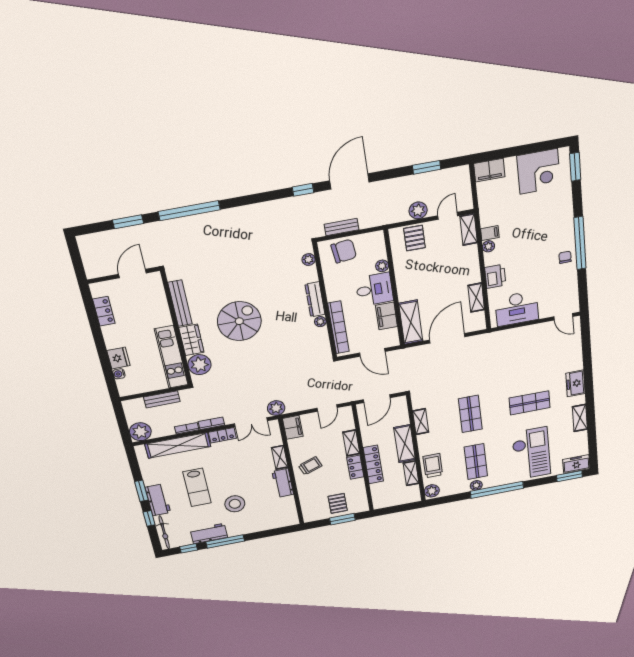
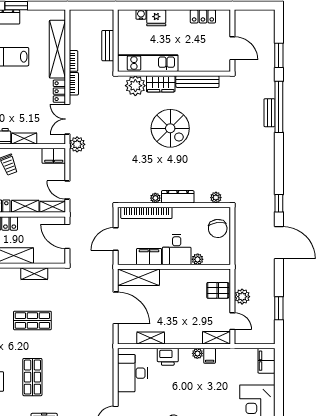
bench: (342, 227) -> (269, 113), moved
shelving: (347, 418) -> (53, 207), added
plant: (140, 432) -> (79, 19), removed

